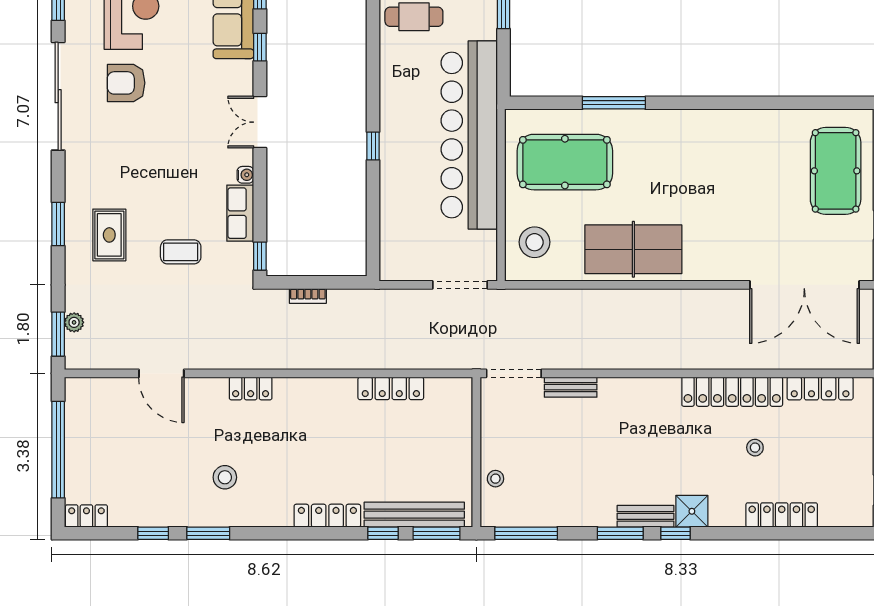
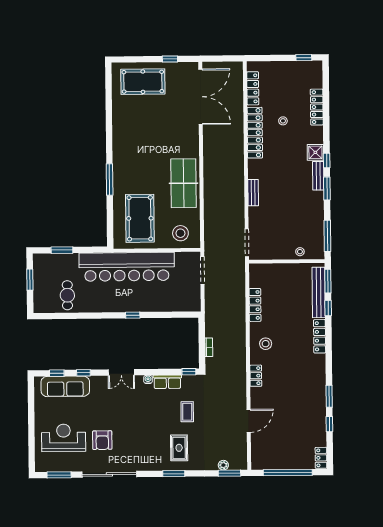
window: (614, 103) -> (110, 180), moved
rug: (109, 235) -> (179, 448), turned 90
bench: (571, 387) -> (253, 193), moved
stool: (225, 477) -> (266, 344), moved

